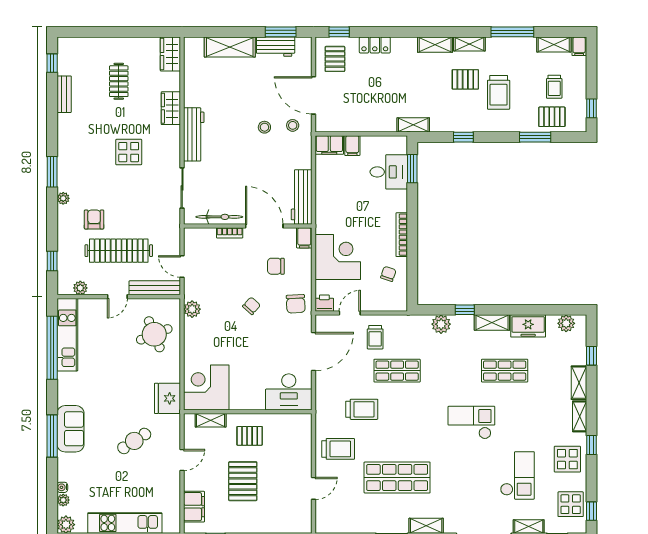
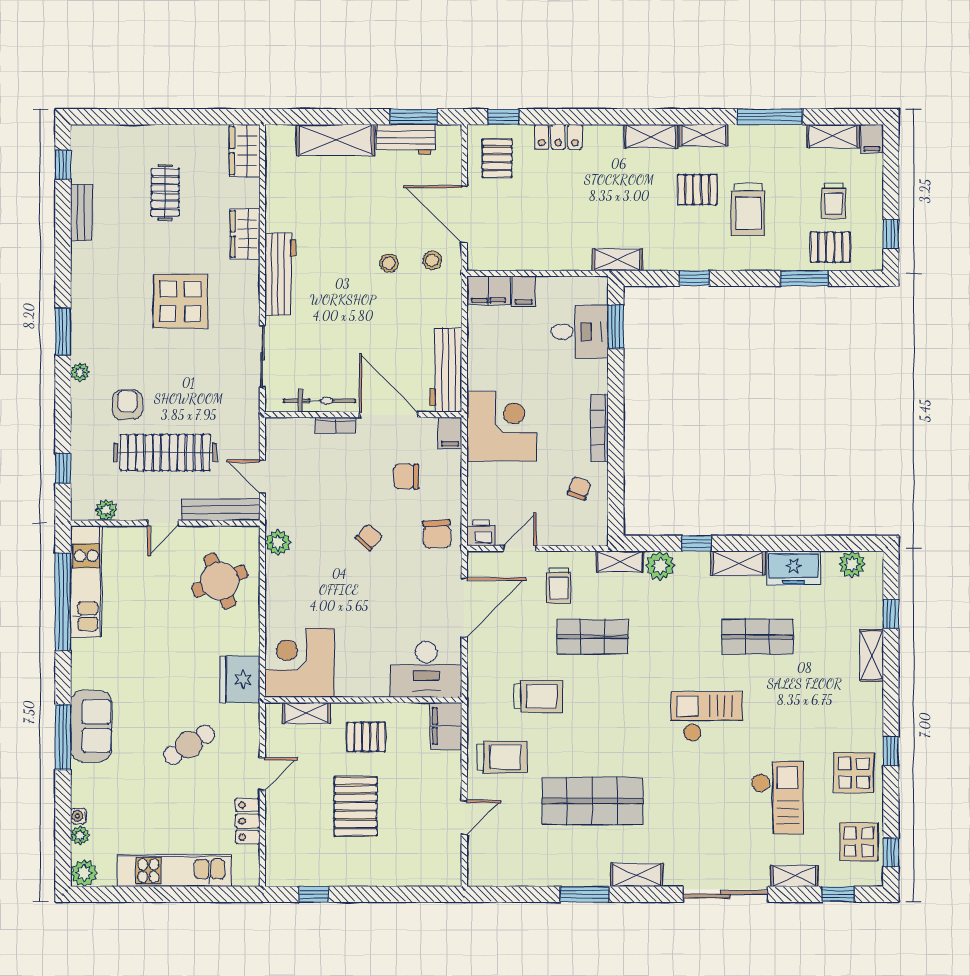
display table: (129, 152) -> (180, 301), width x1.36, depth x1.36
corner desk: (338, 257) -> (502, 426), moved
shelving: (580, 416) -> (620, 562), moved, turned 90
locker: (172, 491) -> (248, 821), added
filing cabinet: (194, 507) -> (446, 726), moved, turned 180

